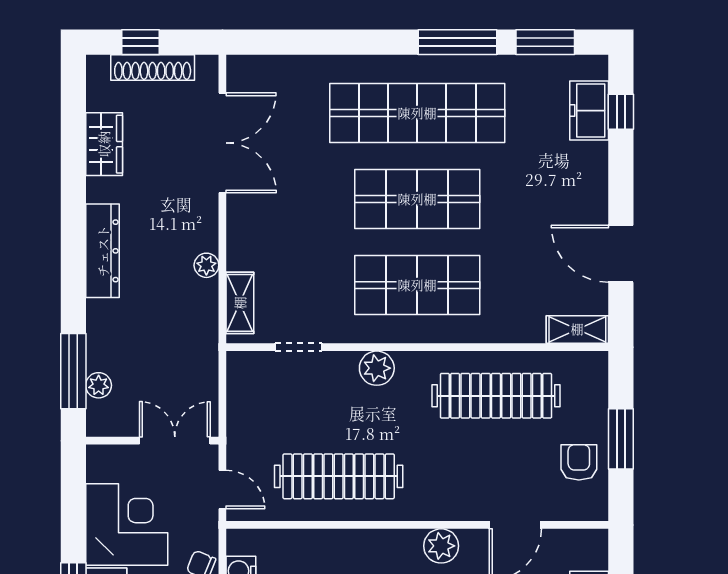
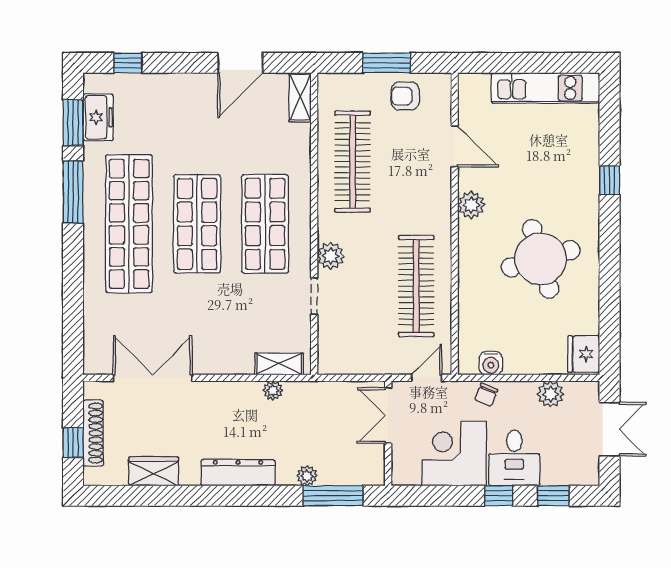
freezer: (589, 111) -> (98, 117), moved, turned -90
plant: (206, 265) -> (273, 391), moved
doorway: (299, 347) -> (314, 296), moved
plant: (99, 385) -> (307, 476), moved

